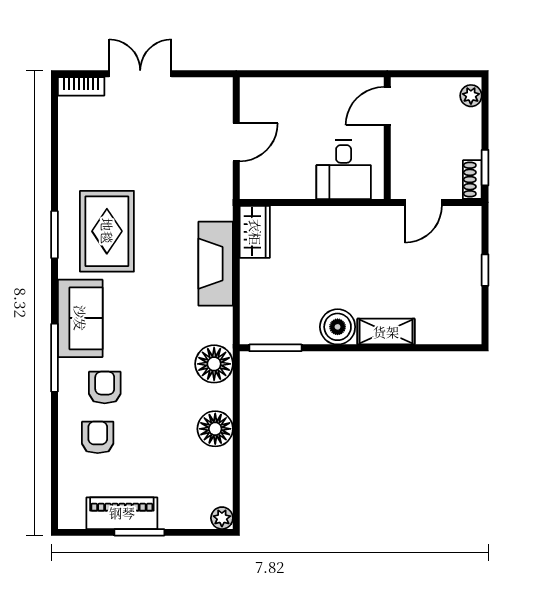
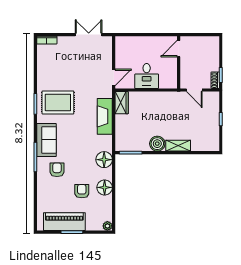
double door: (140, 74) -> (89, 35), moved
plant: (471, 96) -> (215, 44), removed
door: (236, 142) -> (114, 77), moved
desk: (344, 170) -> (147, 76), moved
door: (423, 202) -> (194, 90), hinge flipped
rug: (107, 231) -> (58, 102), turned 90
armchair: (98, 437) -> (82, 191), moved
piano: (122, 513) -> (64, 222), width x1.37, depth x1.33

